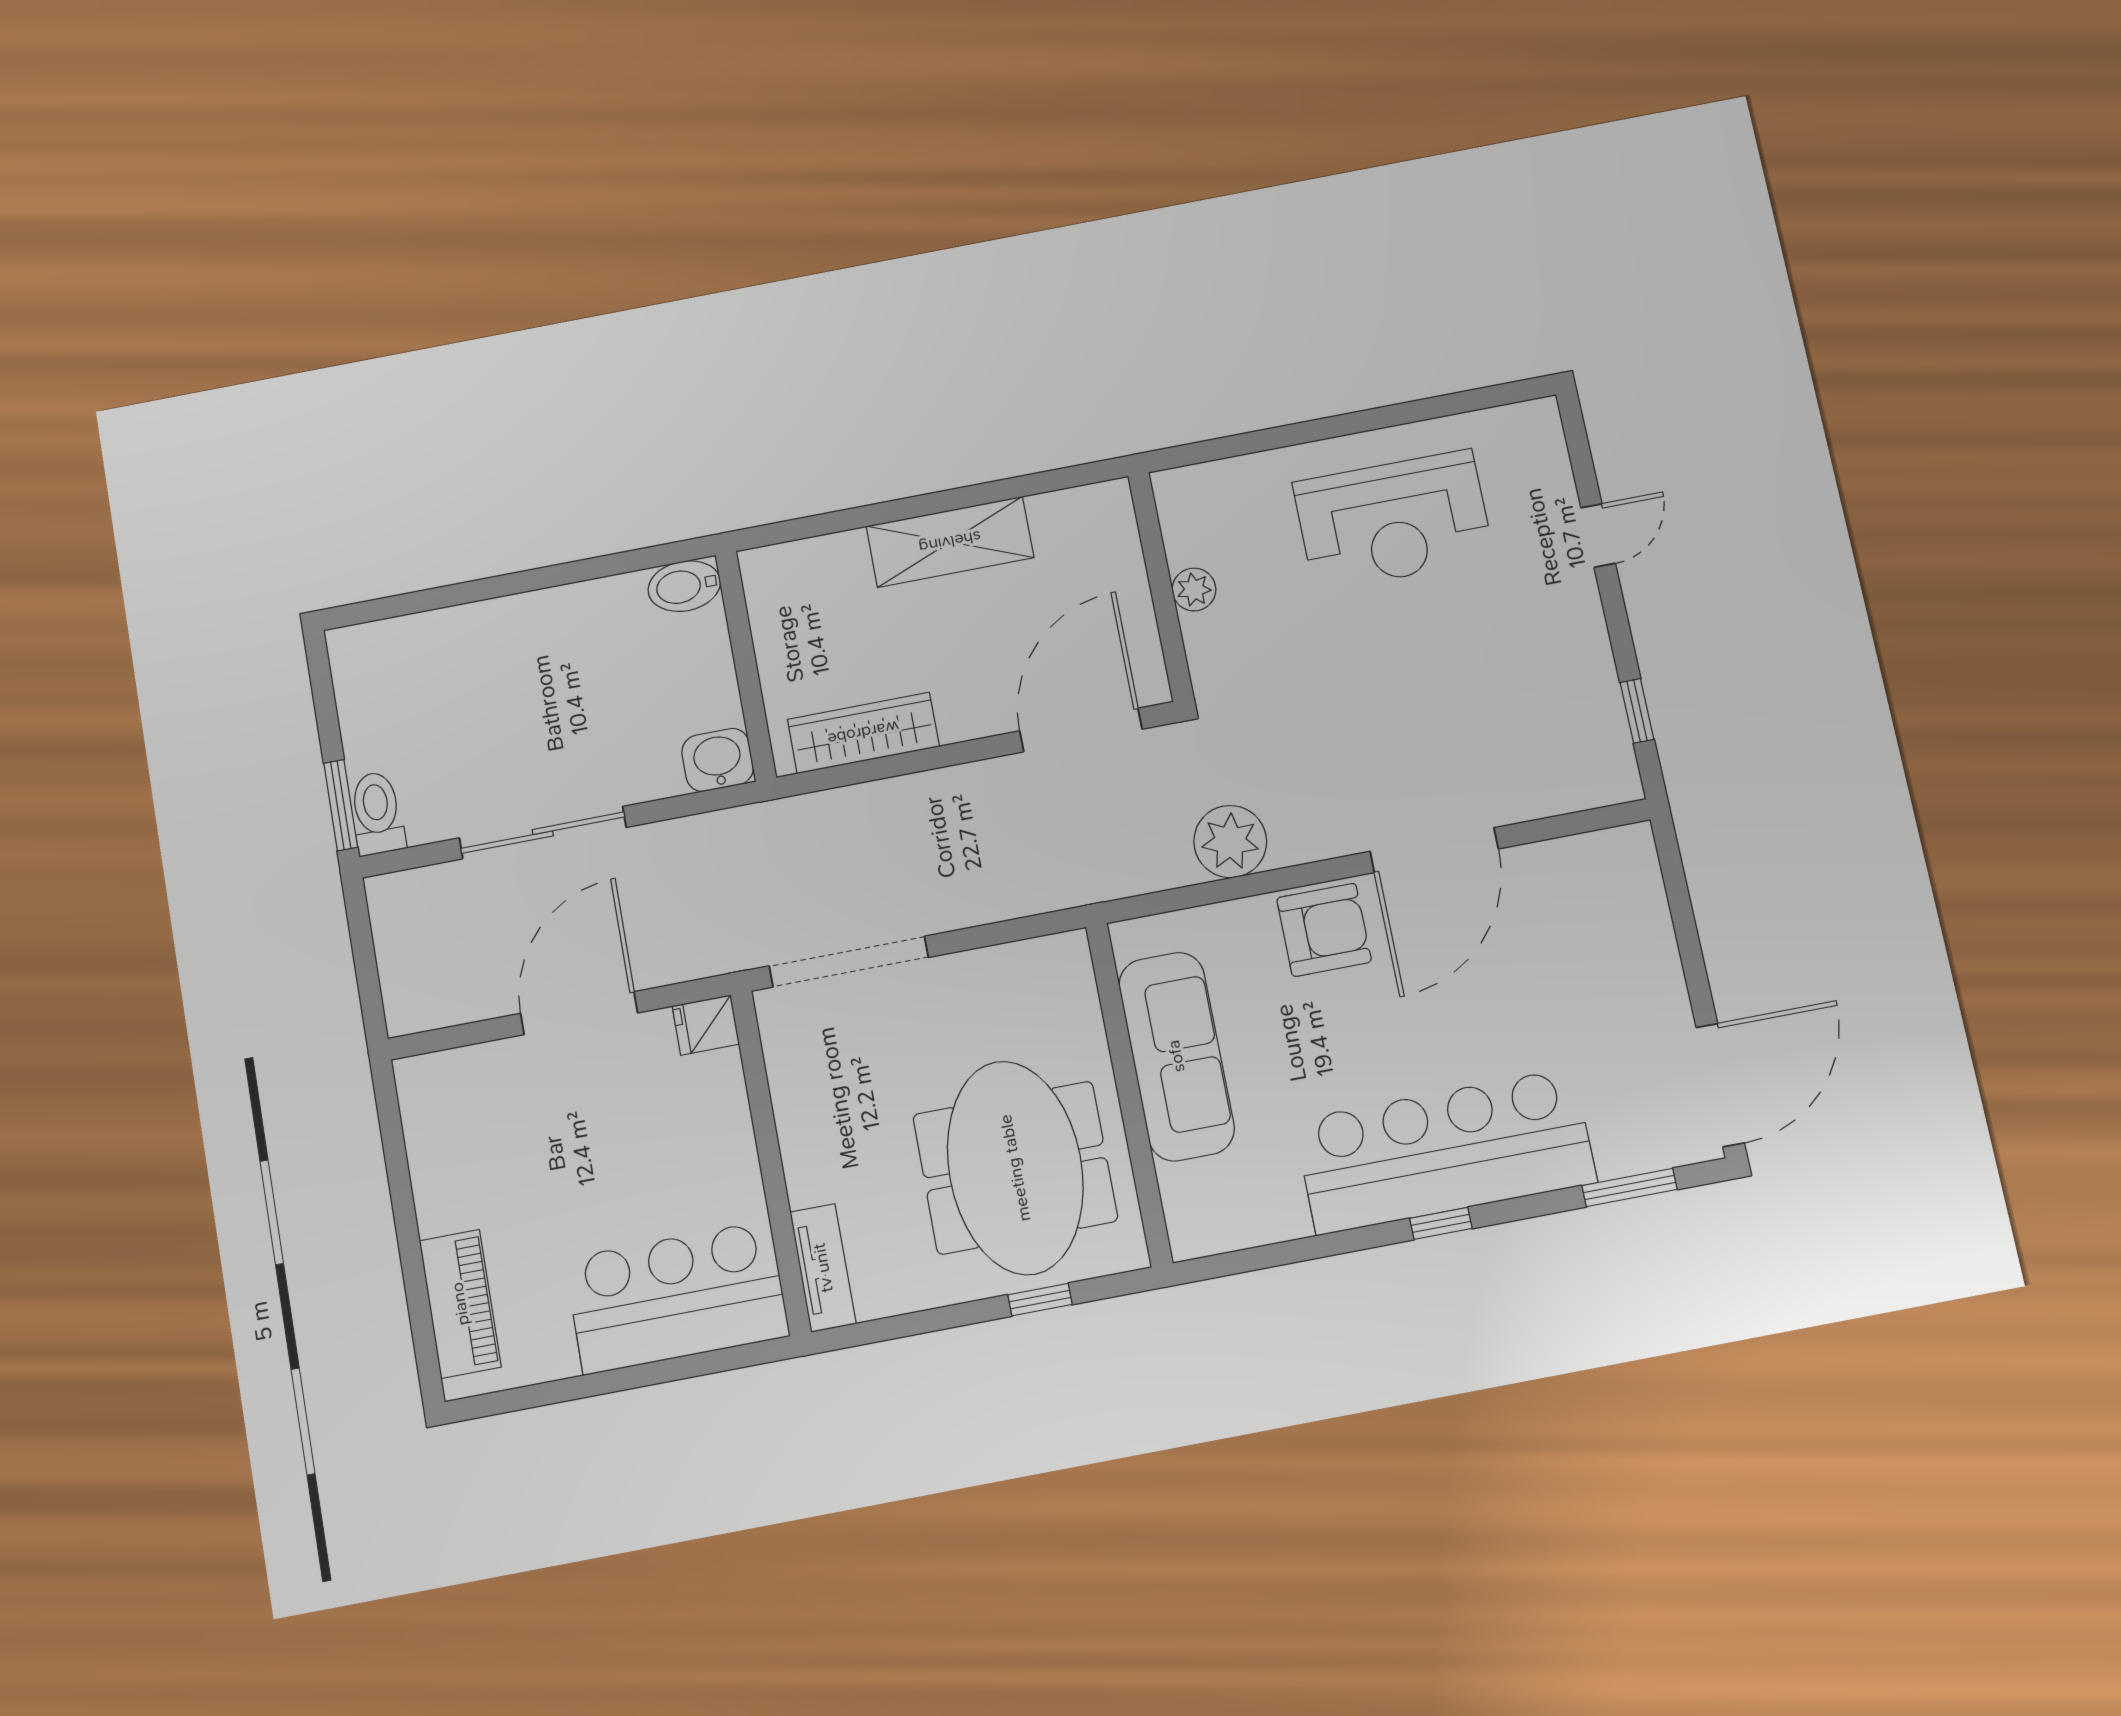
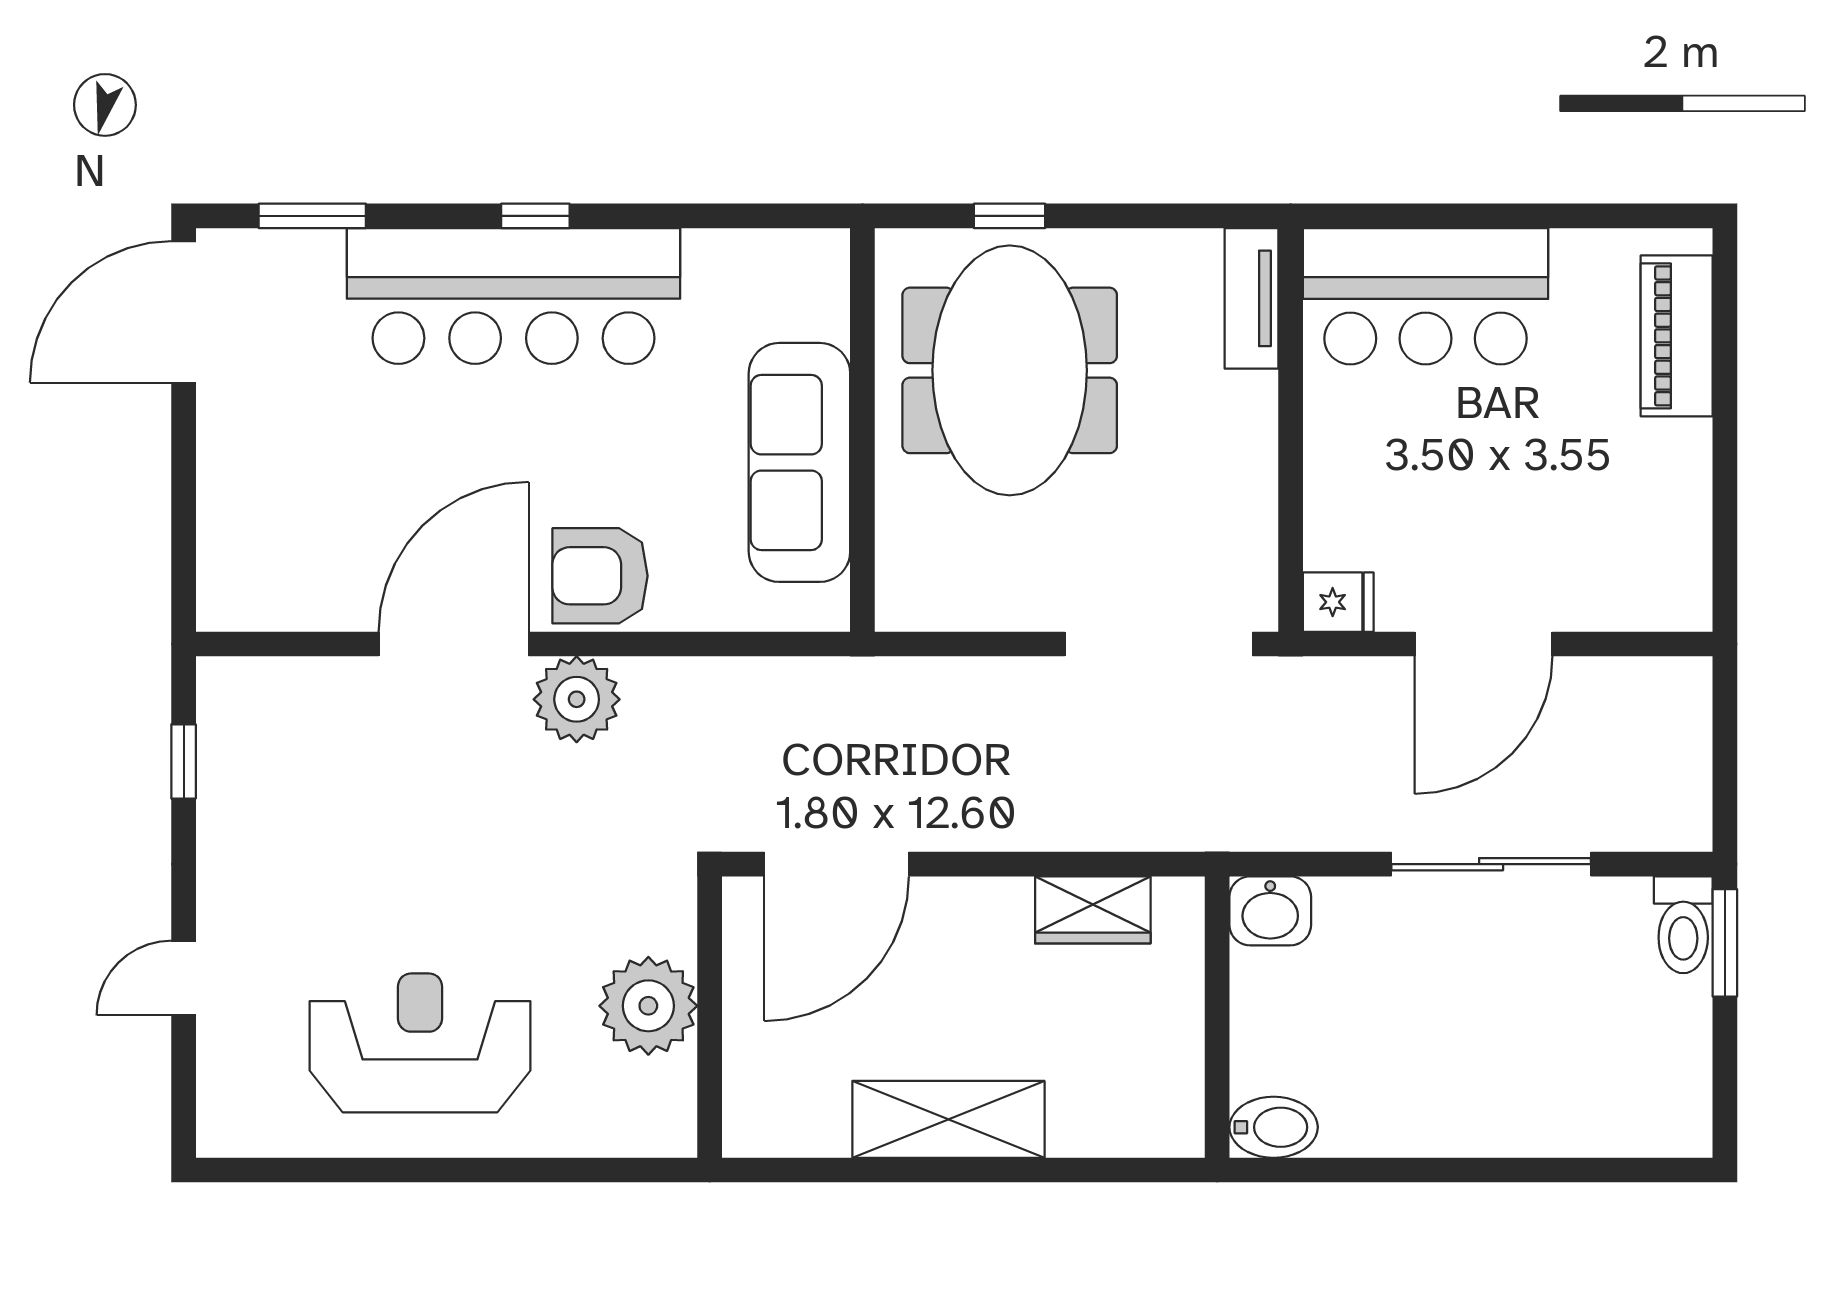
plant: (1194, 590) -> (648, 1006), width x1.88, depth x1.88
wardrobe: (863, 733) -> (1093, 910), width x0.67
plant: (1230, 842) -> (577, 699), moved

